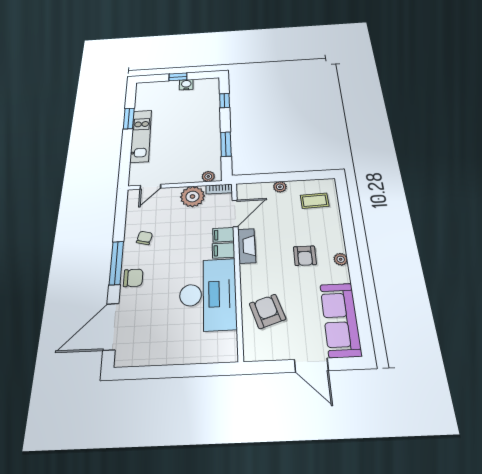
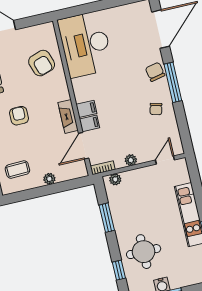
round table: (196, 112) -> (144, 252), added
plant: (192, 196) -> (131, 160), width x0.53, depth x0.53
chair: (133, 278) -> (155, 72), turned 78
desk: (208, 294) -> (85, 44), moved

